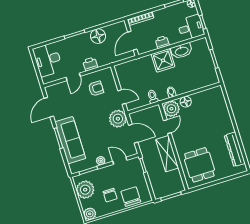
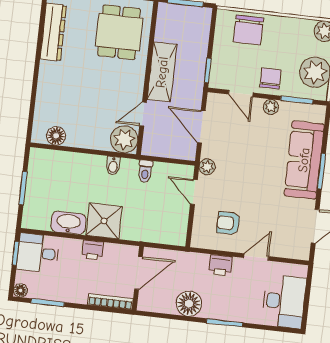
floor lamp: (186, 102) -> (56, 136), moved
plant: (118, 119) -> (207, 167), width x0.53, depth x0.53
chair: (110, 195) -> (270, 78), moved

